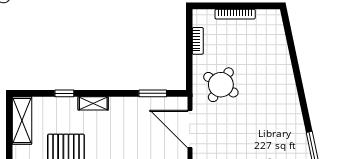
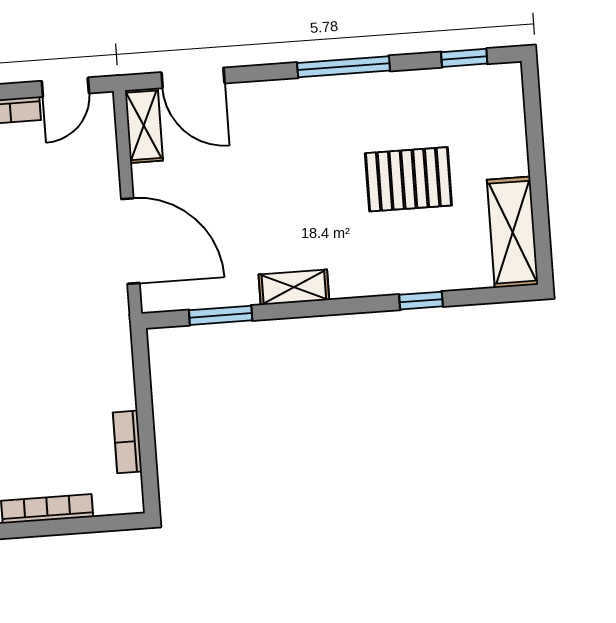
round table: (221, 85) -> (68, 346), removed
shelving: (93, 103) -> (294, 287), moved

